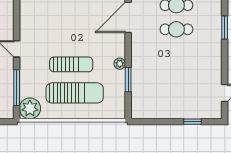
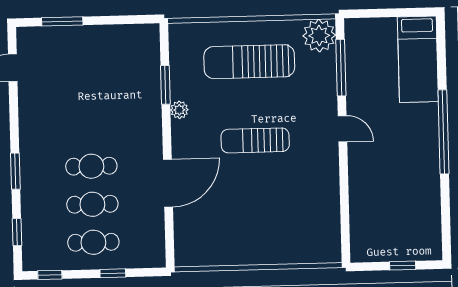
sun lounger: (71, 64) -> (255, 140), moved
window: (193, 122) -> (62, 21), width x1.50

